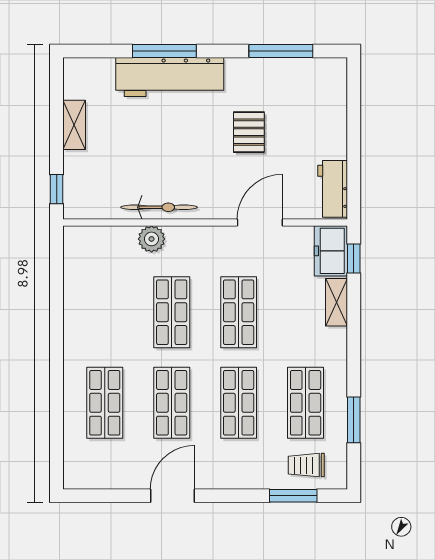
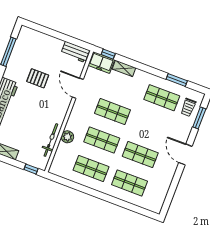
bicycle: (159, 207) -> (51, 140), moved
shop shelf: (239, 403) -> (91, 168), moved
door: (172, 496) -> (185, 154), moved

